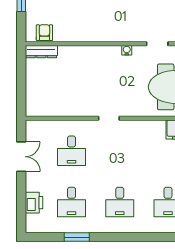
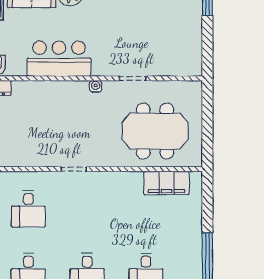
bar counter: (97, 28) -> (59, 59), added

